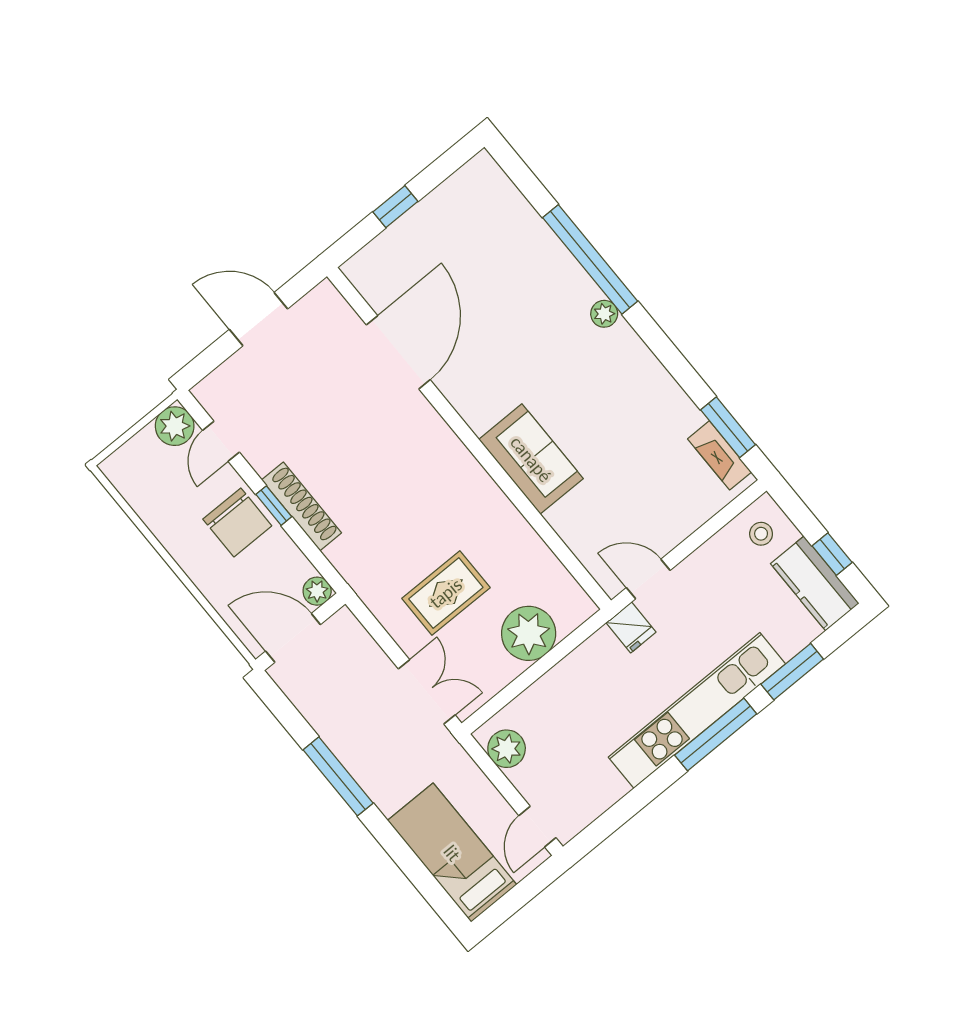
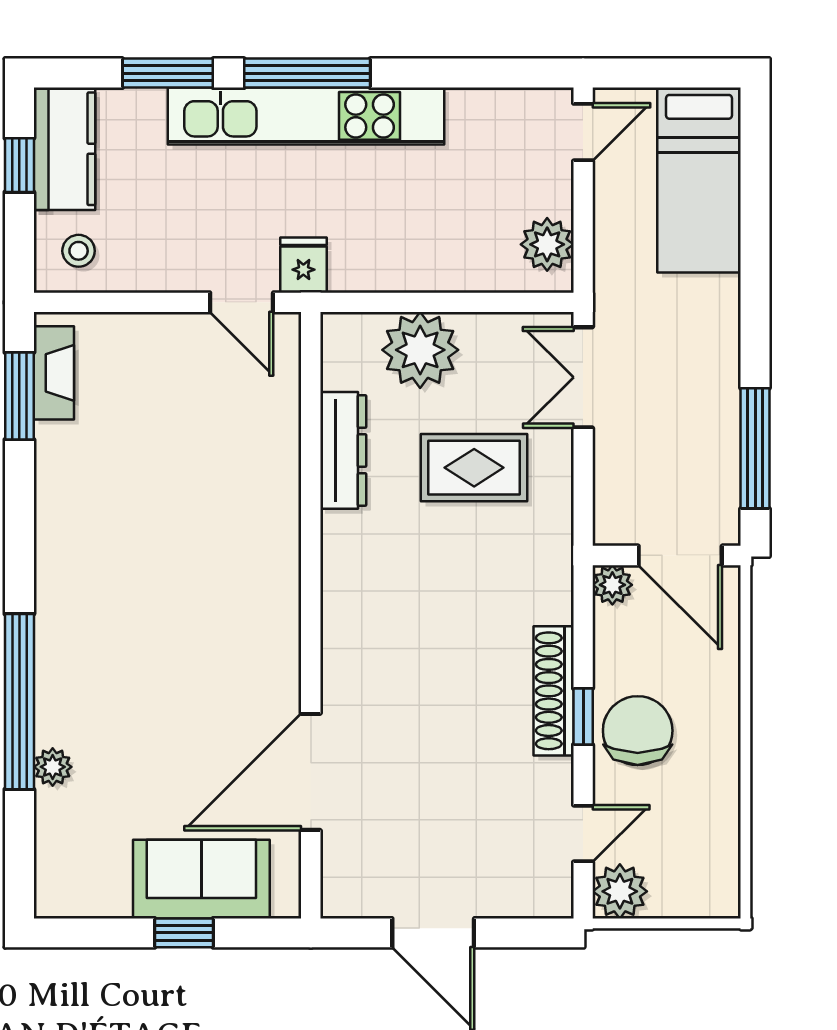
plant: (604, 314) -> (53, 767), moved
sofa: (531, 459) -> (201, 879), moved, turned 90
dresser: (526, 544) -> (343, 450), added
window: (338, 776) -> (755, 448), moved

